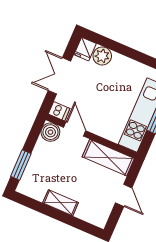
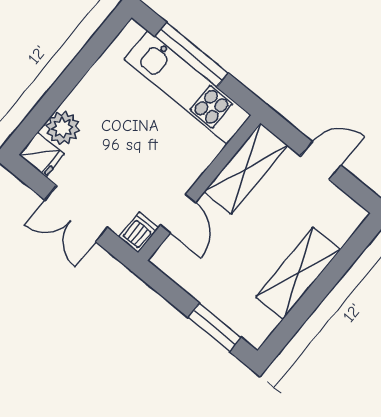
door: (75, 129) -> (178, 214), swing flipped
boiler: (50, 132) -> (171, 258), removed
shelving: (61, 203) -> (298, 273), width x1.50, depth x1.33

